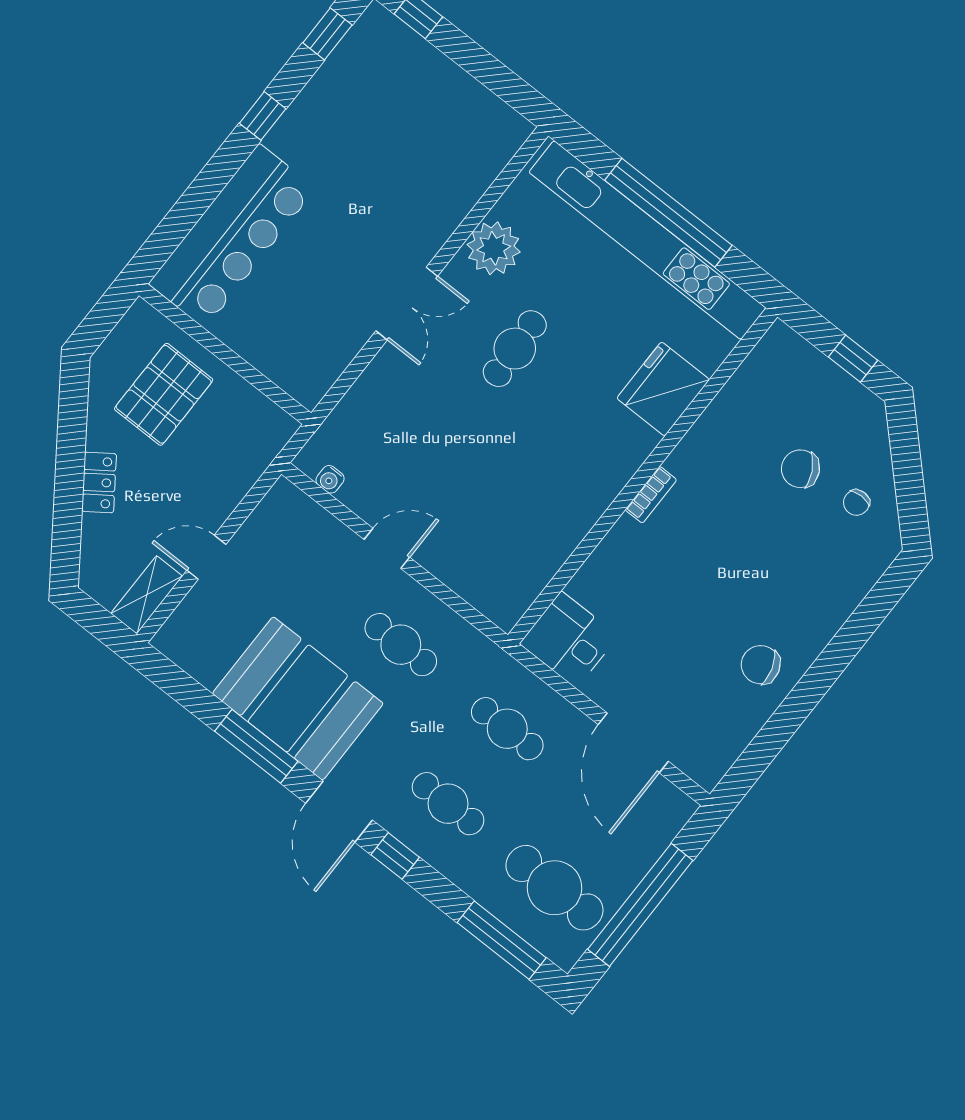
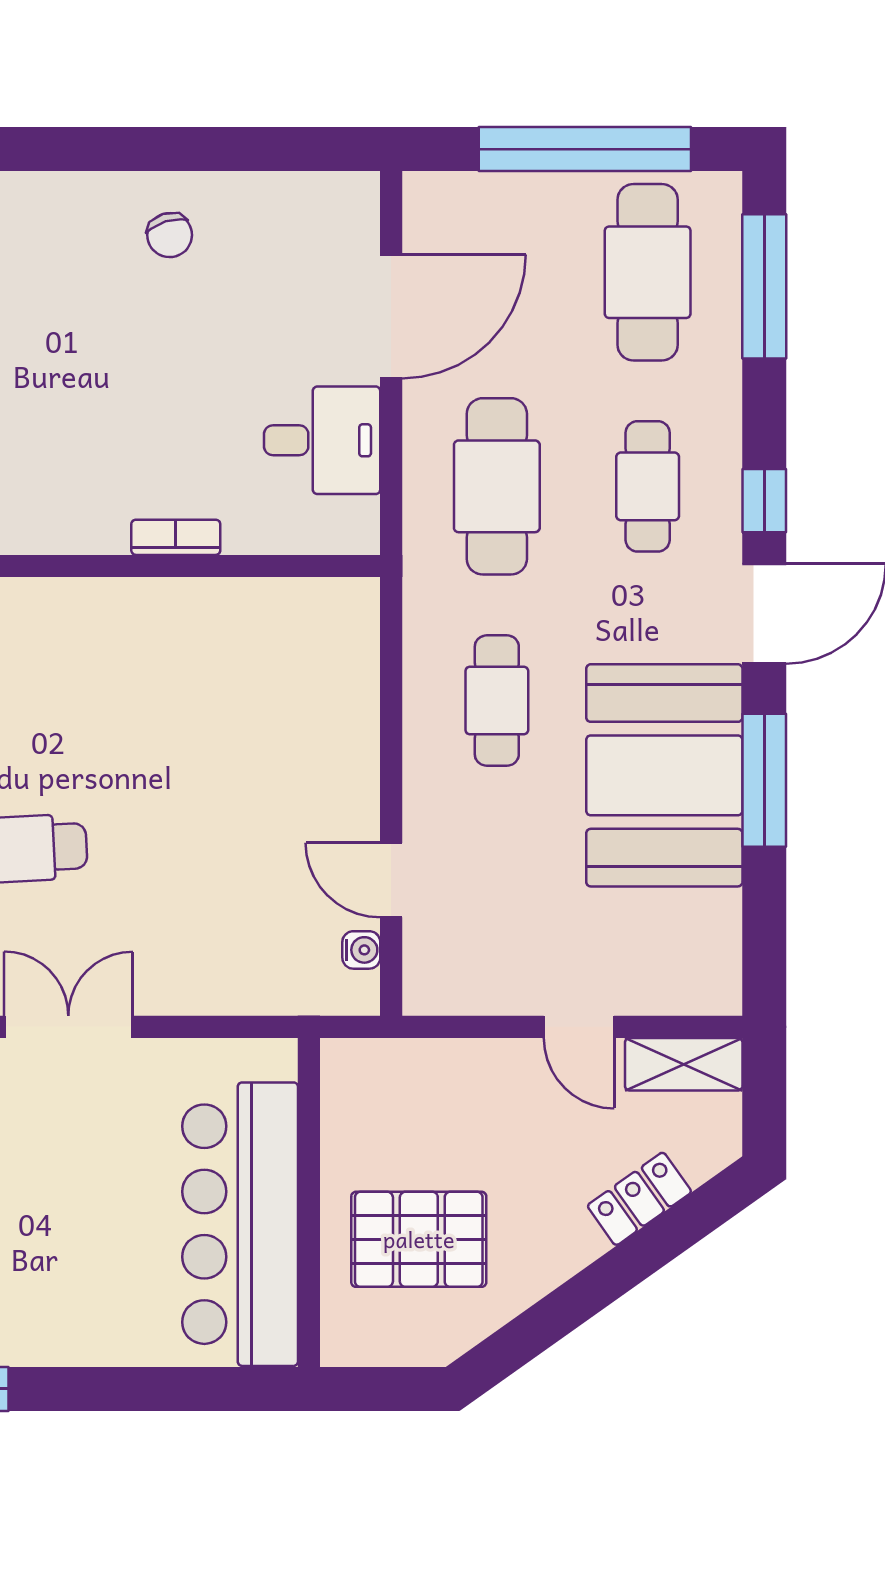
bar counter: (232, 236) -> (240, 1224), moved, turned -90
locker: (99, 483) -> (639, 1199), moved
bookcase: (651, 495) -> (176, 537), moved
door: (387, 548) -> (391, 880), moved
desk: (569, 640) -> (322, 440), moved, turned -90
chair: (761, 665) -> (170, 235), width x0.73, depth x0.73
cafe table: (507, 729) -> (497, 486), width x1.37, depth x1.35

